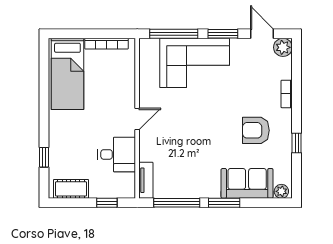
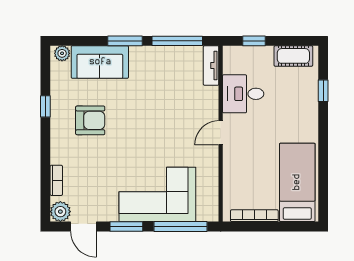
bookcase: (287, 94) -> (56, 180), moved

